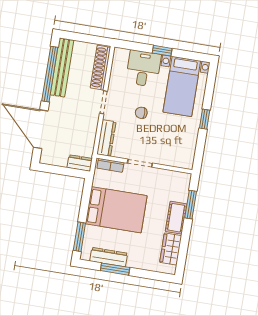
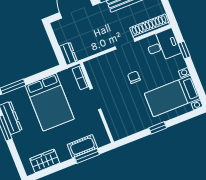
window: (162, 51) -> (184, 50), moved
desk: (143, 69) -> (163, 46), moved
dresser: (106, 138) -> (99, 62), removed
cot: (176, 218) -> (82, 146), moved

